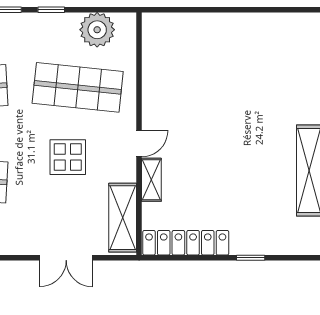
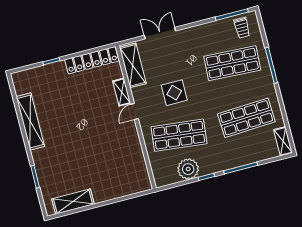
shelving: (274, 25) -> (73, 202), added
plant: (97, 30) -> (188, 169), moved

